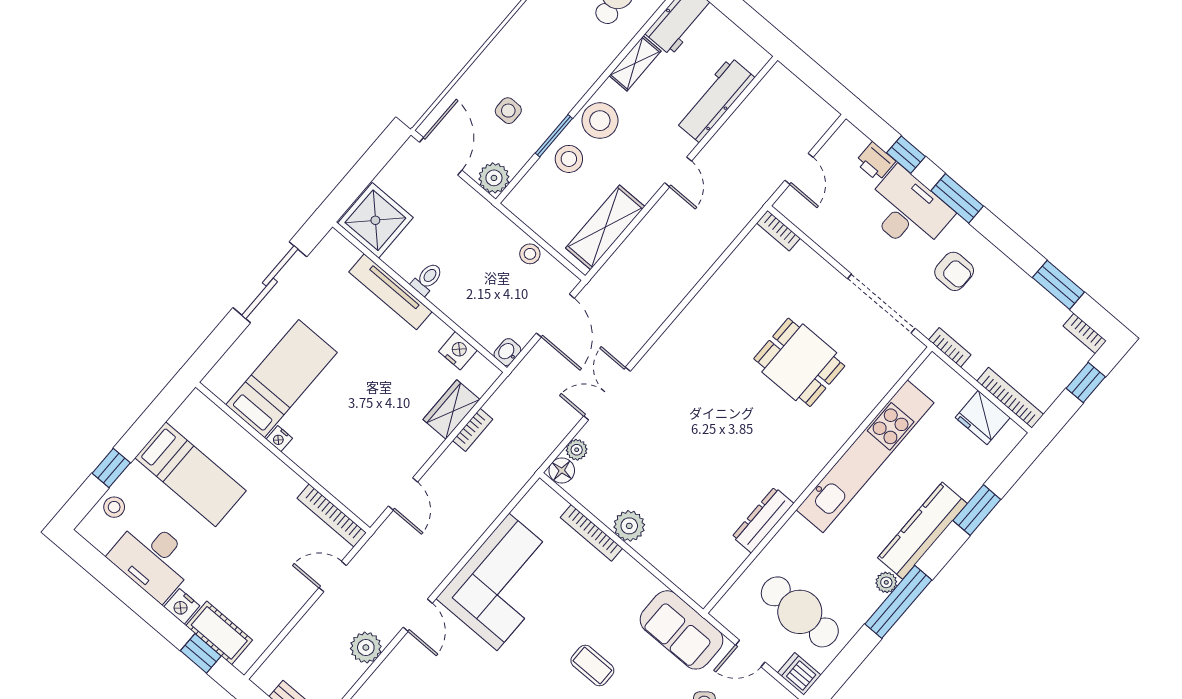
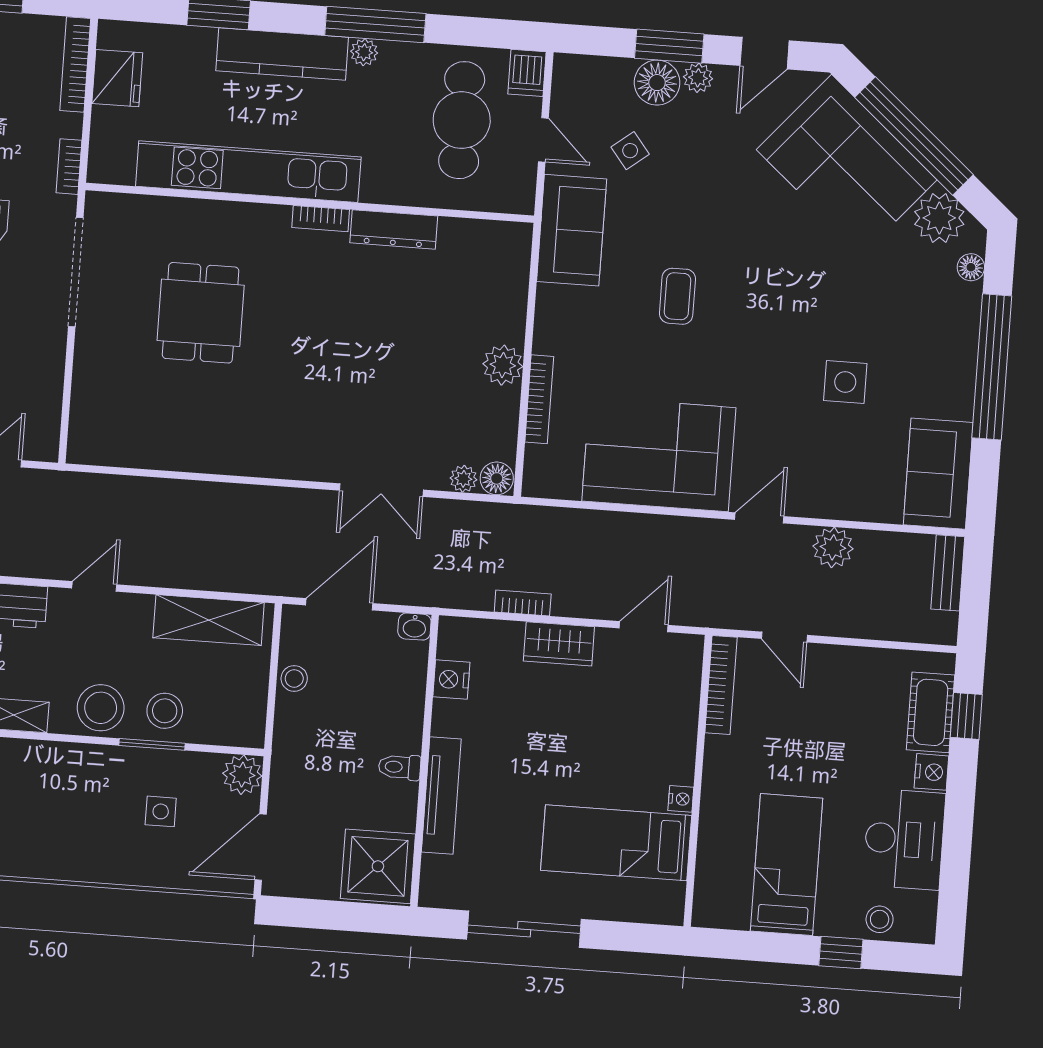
bookcase: (778, 231) -> (321, 219), moved, turned 90
wardrobe: (451, 410) -> (559, 644), moved

